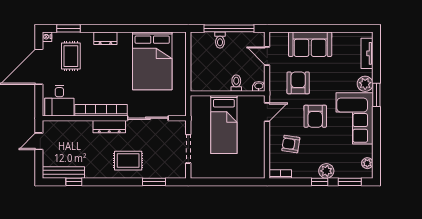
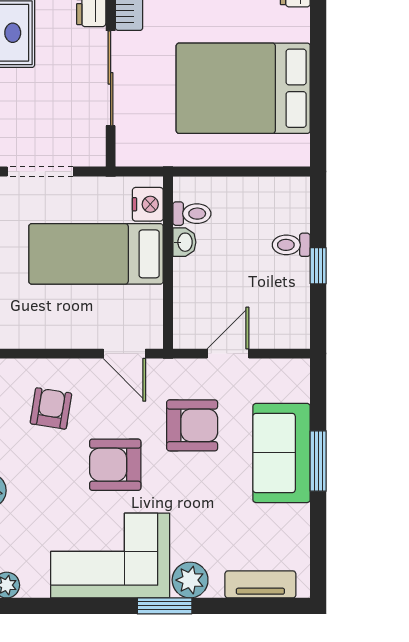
window: (229, 28) -> (318, 266), width x0.32
window: (314, 28) -> (318, 461), added
door: (267, 56) -> (228, 354), moved
toilet: (236, 83) -> (192, 214), moved
washbasin: (259, 86) -> (184, 242), moved
nightstand: (202, 102) -> (148, 204), added

